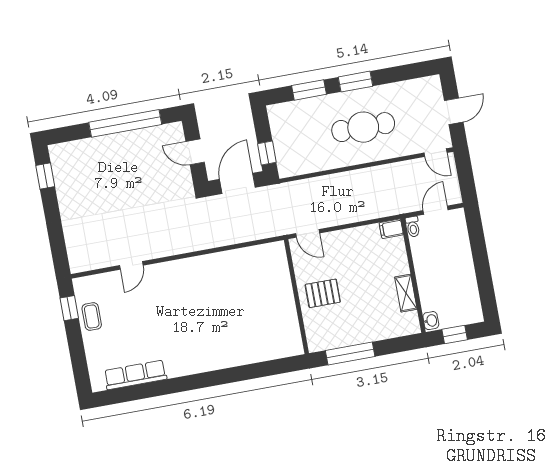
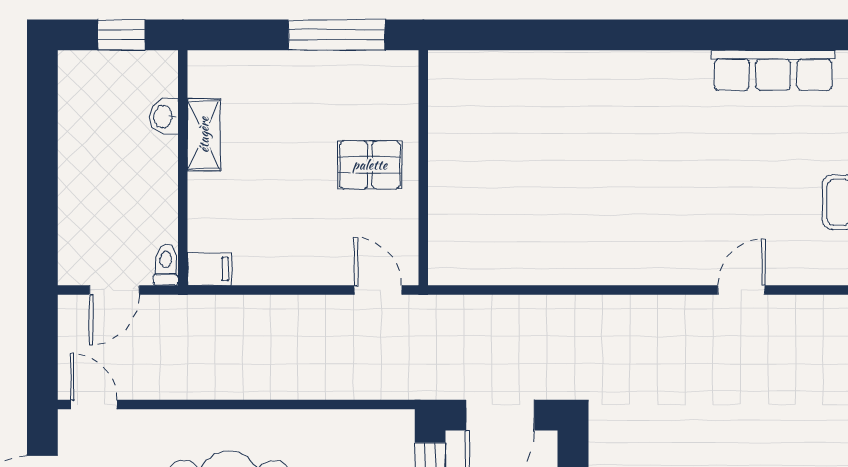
washbasin: (431, 321) -> (164, 116), moved

